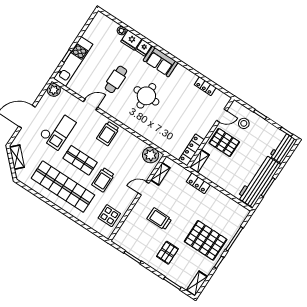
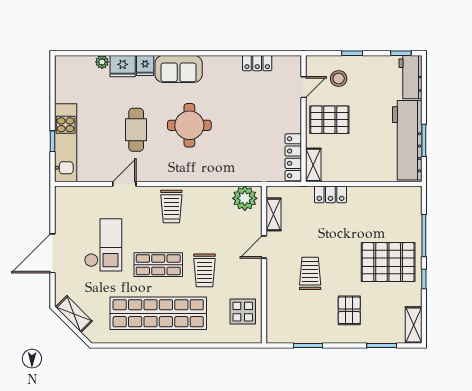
plant: (54, 90) -> (65, 196), removed
trolley: (159, 219) -> (310, 273), turned 90

